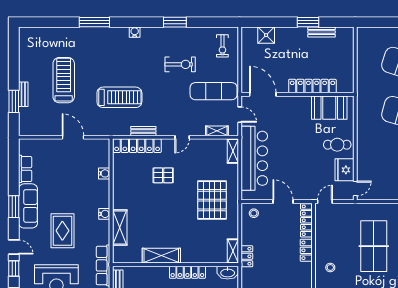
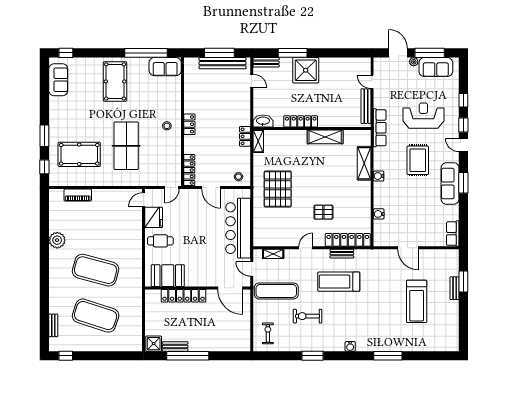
window: (308, 22) -> (188, 356), width x2.11
shower: (266, 35) -> (154, 344), moved
treadmill: (119, 97) -> (339, 282), moved
shelving: (233, 151) -> (258, 235), removed
row of seats: (25, 169) -> (453, 234), moved
locker: (306, 250) -> (189, 124), moved

